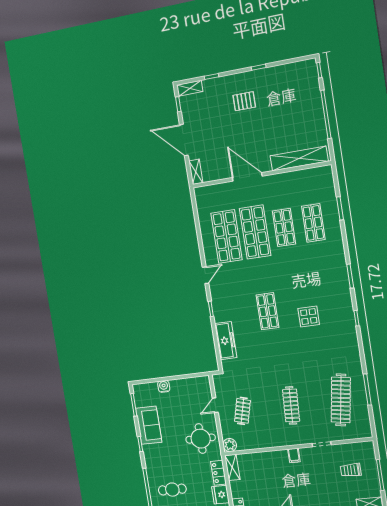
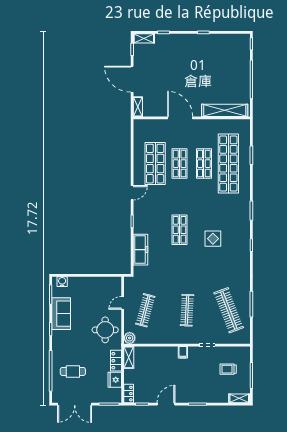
pallet: (244, 101) -> (187, 57), removed
shop shelf: (313, 223) -> (228, 164), width x2.00, depth x1.36
shop shelf: (255, 232) -> (180, 164), width x0.70, depth x0.74
water cooler: (164, 386) -> (62, 282), moved
clothes rail: (341, 400) -> (229, 310), turned -30
clothes rail: (242, 411) -> (145, 310), width x1.36

